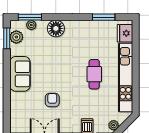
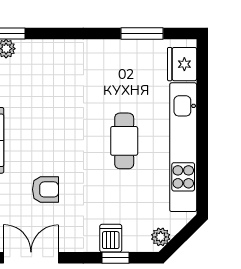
floor lamp: (56, 28) -> (52, 55), removed
armchair: (52, 100) -> (45, 189), turned 90

